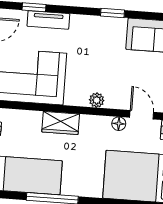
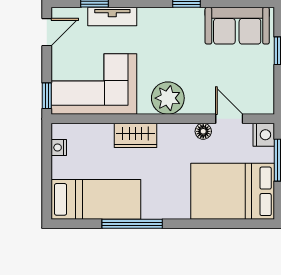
plant: (97, 100) -> (168, 98), width x1.87, depth x1.87

